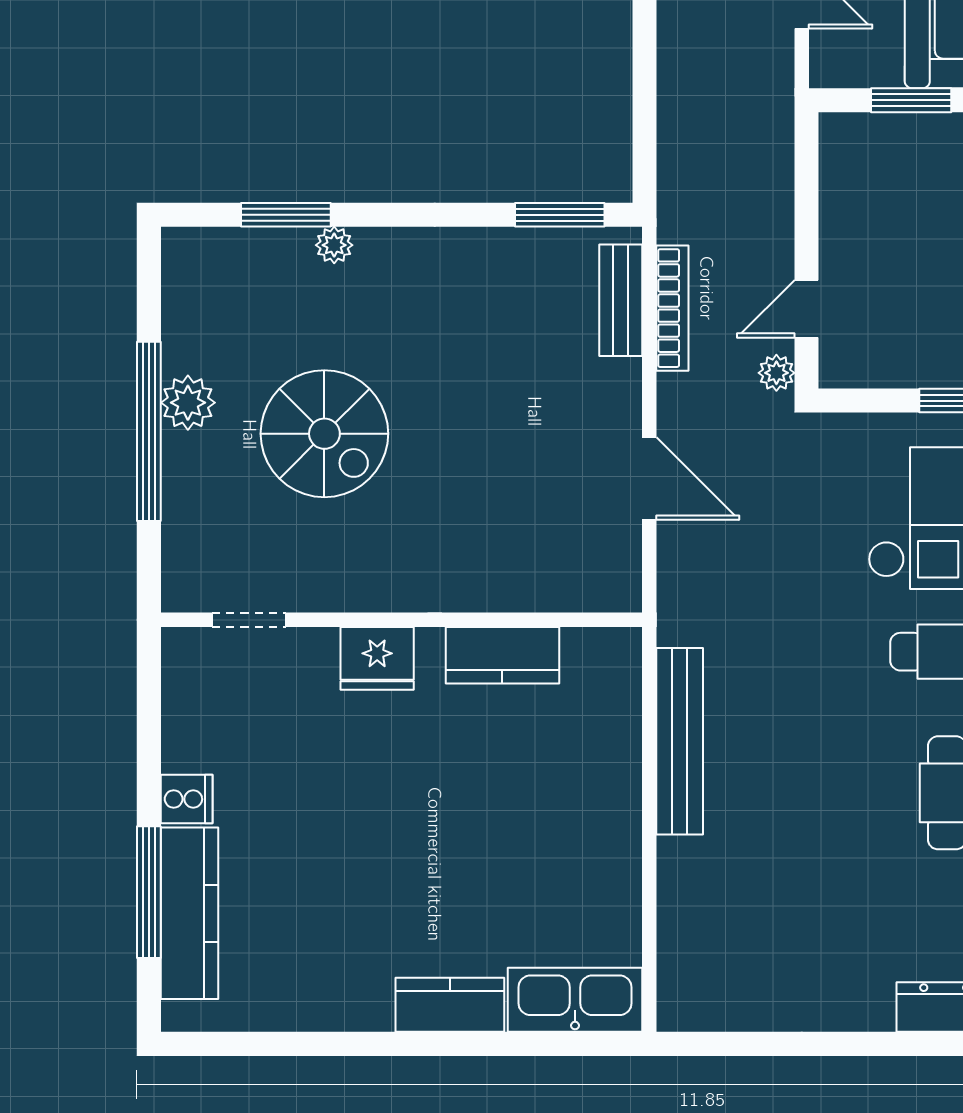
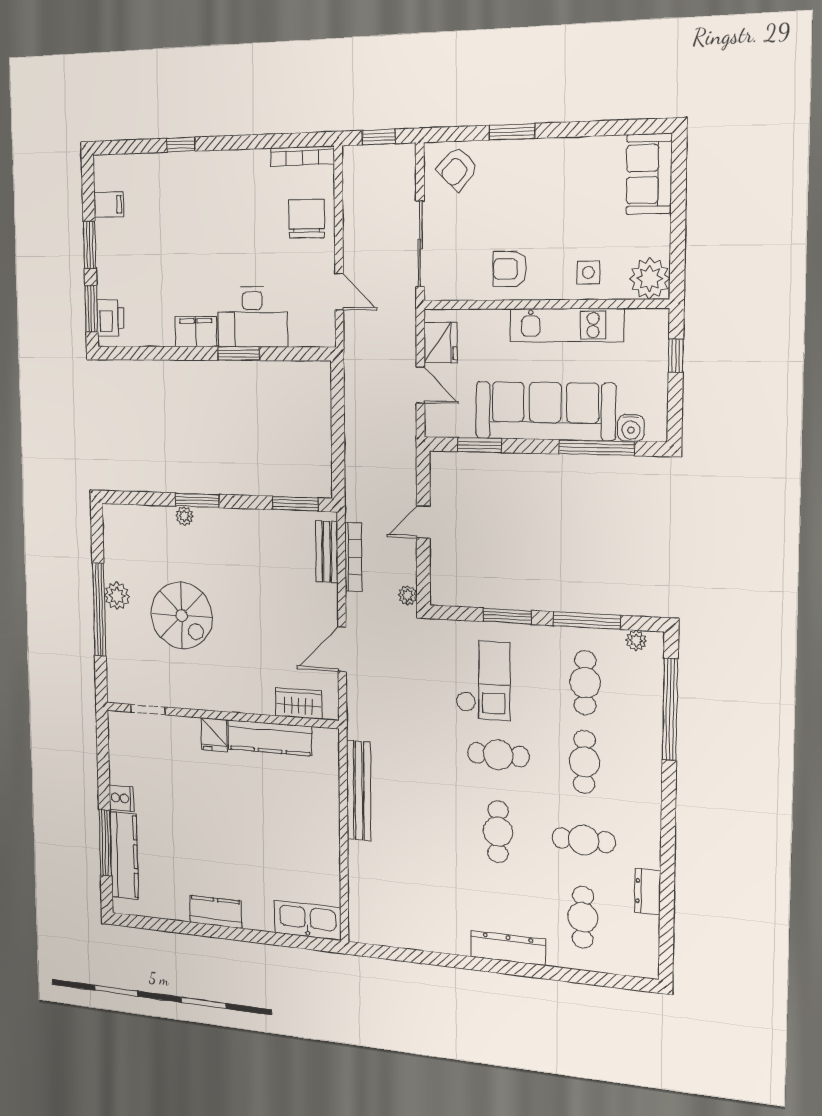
window: (286, 215) -> (197, 500), moved
door: (807, 309) -> (423, 522), moved
door: (649, 478) -> (342, 649), swing flipped
wardrobe: (562, 586) -> (299, 703), added
kitchen counter: (502, 655) -> (270, 738), width x1.50
fridge: (377, 658) -> (214, 735), width x0.72
kitchen counter: (450, 1005) -> (216, 912), moved

